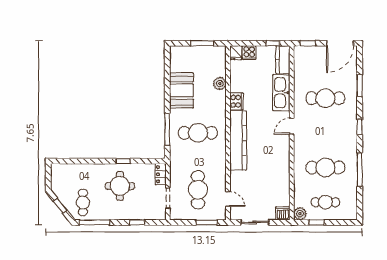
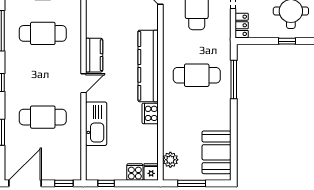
kitchen counter: (283, 60) -> (94, 55), moved
plant: (220, 84) -> (170, 160), moved
booth: (182, 90) -> (216, 152), moved

